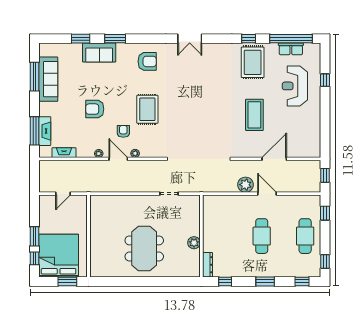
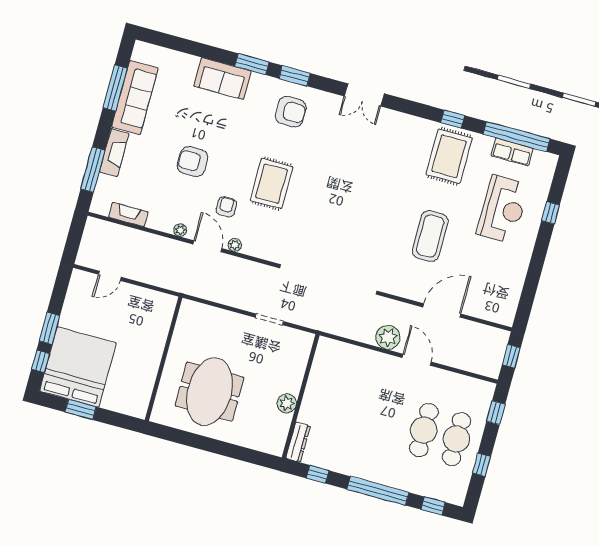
window: (81, 39) -> (295, 76), moved
reception desk: (295, 86) -> (503, 209), turned 180
fireplace: (45, 131) -> (114, 153), moved
wall: (89, 236) -> (164, 359), moved
cafe table: (262, 236) -> (424, 430), moved
window: (325, 262) -> (482, 465), moved
window: (265, 281) -> (378, 491), width x2.11

